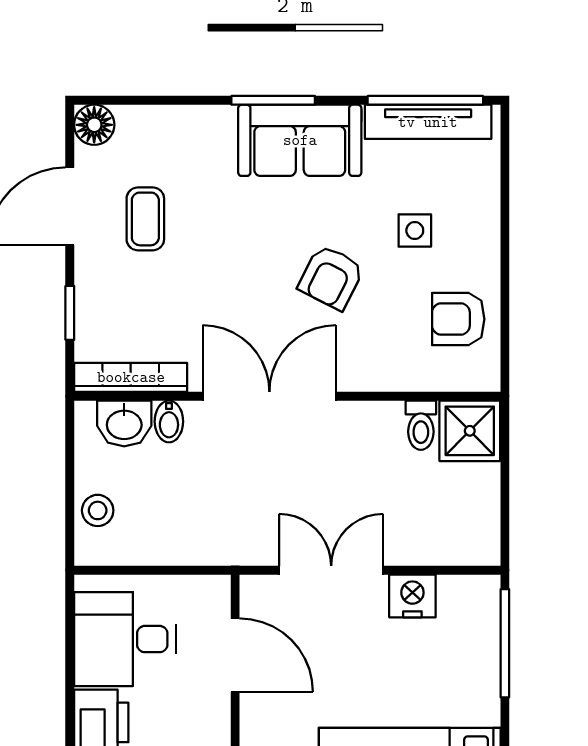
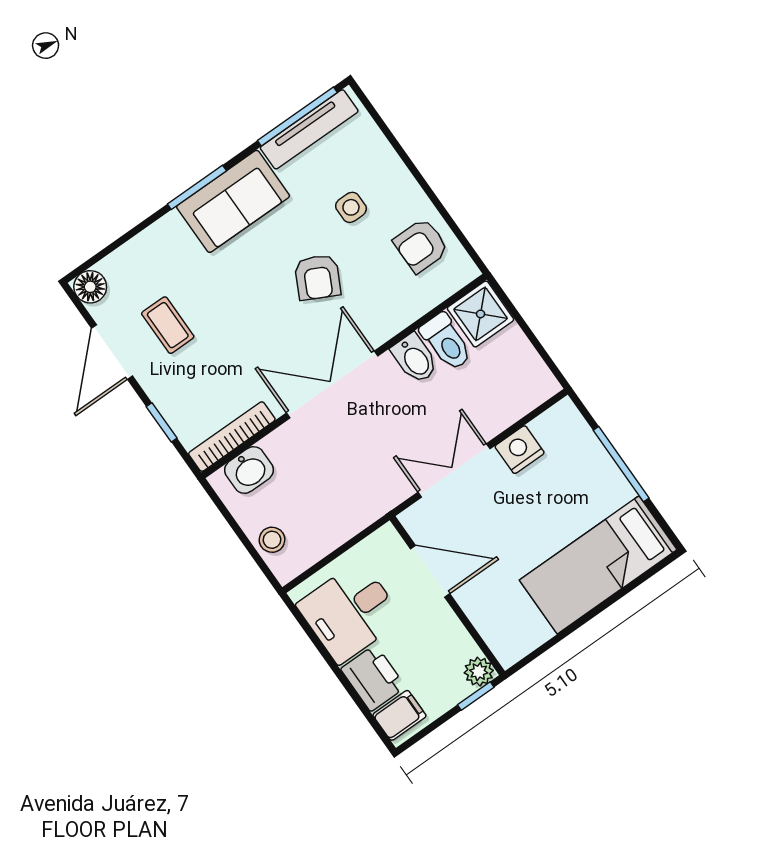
bidet: (169, 421) -> (415, 359), moved, width x1.38, depth x1.36
toilet: (421, 425) -> (446, 342), width x1.37, depth x1.39
window: (505, 643) -> (621, 464), moved

